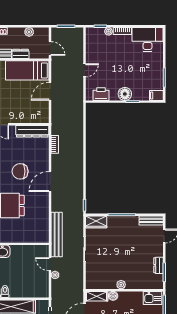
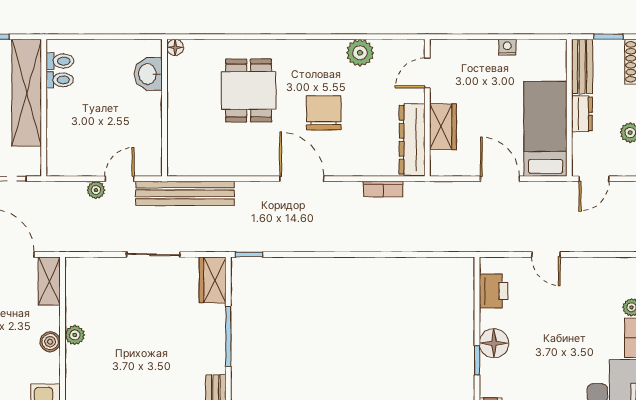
wardrobe: (26, 117) -> (443, 127), added
boiler: (113, 296) -> (50, 342), moved

